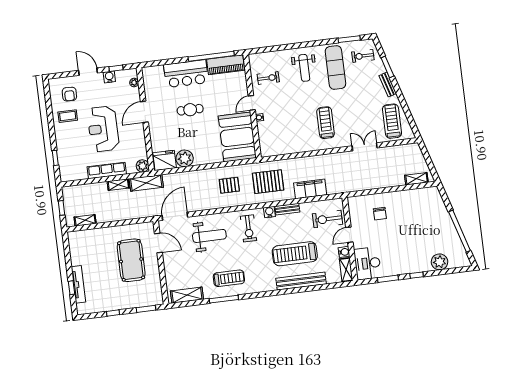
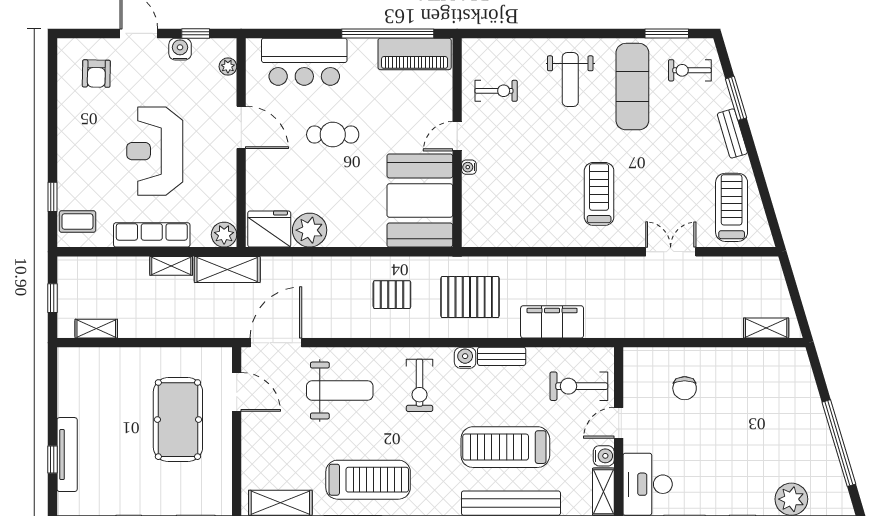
bar counter: (186, 74) -> (304, 62), moved
door: (144, 112) -> (241, 127), swing flipped
coffee table: (68, 116) -> (77, 222), moved
treadmill: (229, 278) -> (368, 480), width x1.37, depth x1.38

